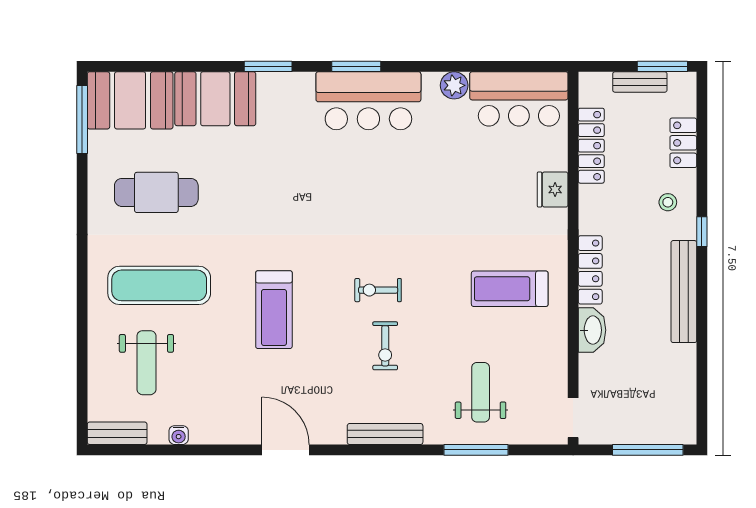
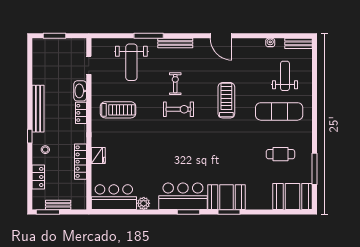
booth: (215, 99) -> (227, 197), moved
window: (82, 120) -> (315, 169), moved
locker: (591, 146) -> (81, 162), moved
cafe table: (156, 192) -> (280, 154), width x0.73, depth x0.74
locker: (590, 270) -> (81, 113), width x0.66
exercise bike: (378, 290) -> (178, 109), width x1.38, depth x1.39
weight bench: (481, 392) -> (131, 62), width x1.36, depth x1.33
doorway: (573, 418) -> (89, 65), moved
window: (476, 450) -> (149, 36), moved
window: (648, 450) -> (55, 36), width x0.69

